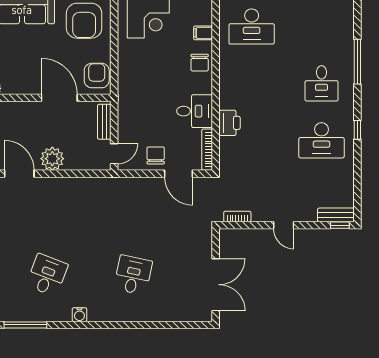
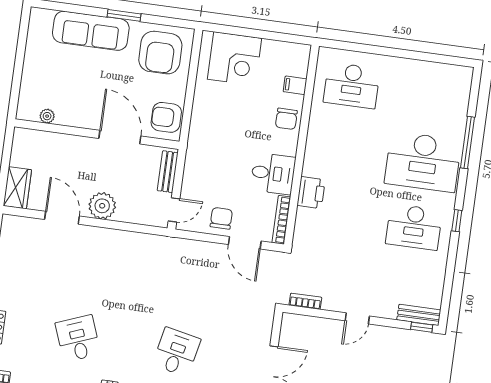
armchair: (97, 76) -> (166, 117), turned -90
desk: (322, 83) -> (423, 162), width x1.87, depth x1.30
door: (284, 225) -> (357, 318), hinge flipped
desk: (47, 275) -> (78, 339), turned -42

